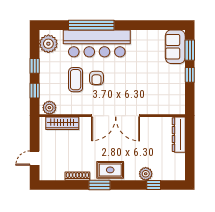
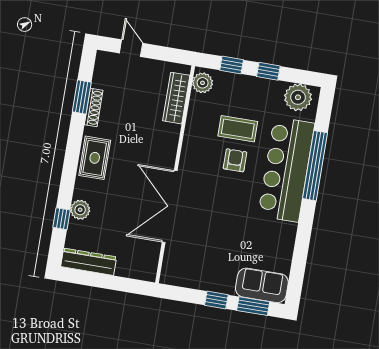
armchair: (96, 78) -> (235, 160), turned 90
double door: (116, 116) -> (170, 206), moved
dresser: (179, 135) -> (89, 262), moved
window: (99, 185) -> (82, 97), moved

